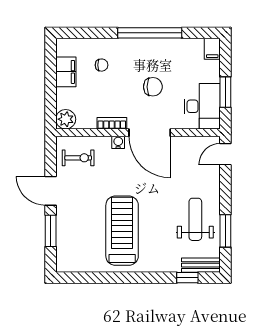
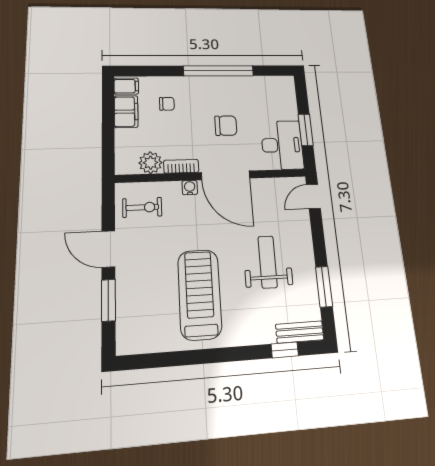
filing cabinet: (212, 49) -> (126, 86), moved, turned -90
plant: (66, 119) -> (150, 163), moved
weight bench: (195, 219) -> (268, 262), moved

